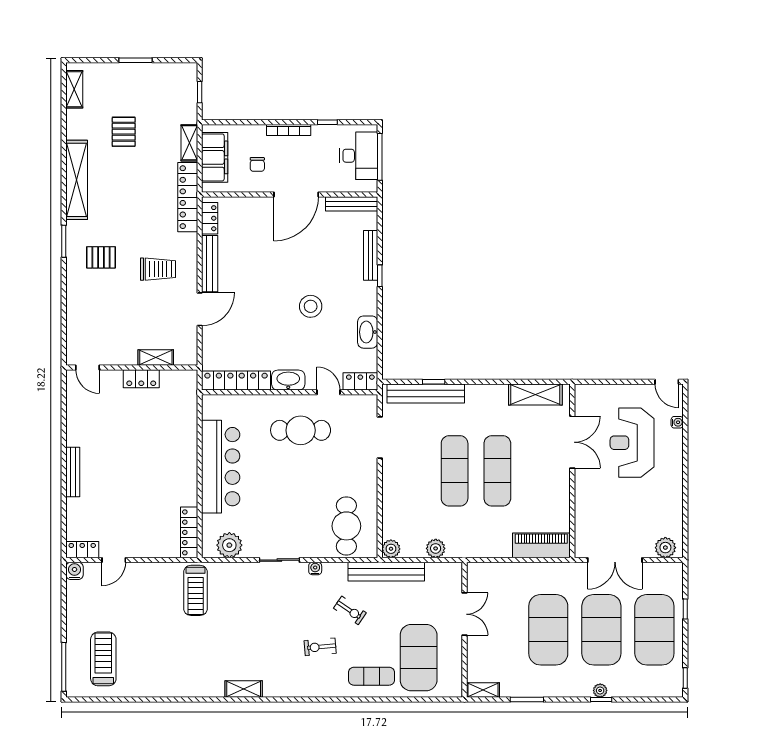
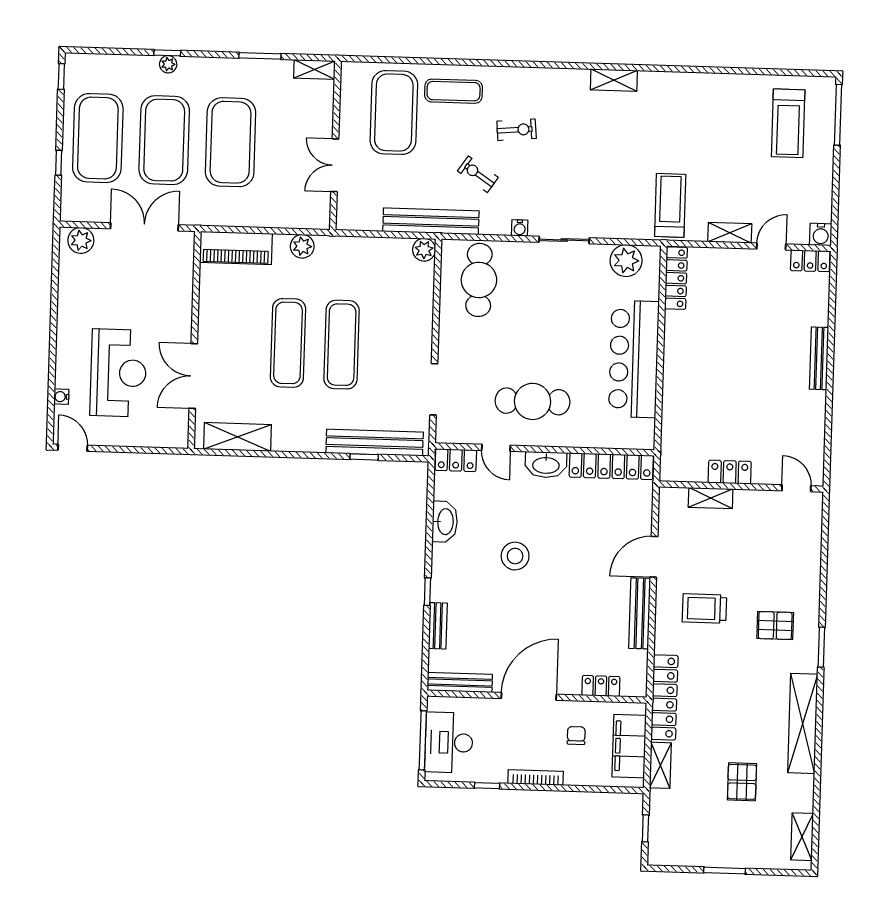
locker: (210, 218) -> (601, 686), moved, turned 90
bench: (371, 255) -> (438, 626), width x0.73
plant: (436, 548) -> (302, 246), moved
shelving: (147, 570) -> (730, 233), added

